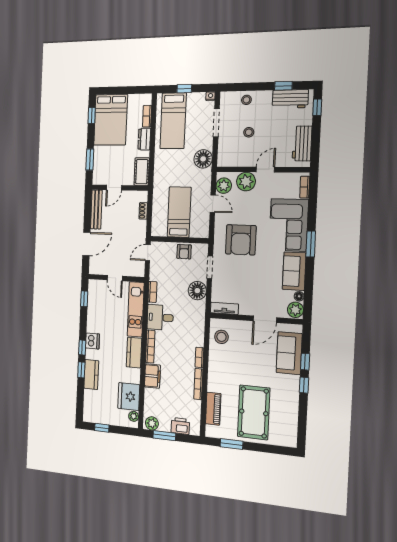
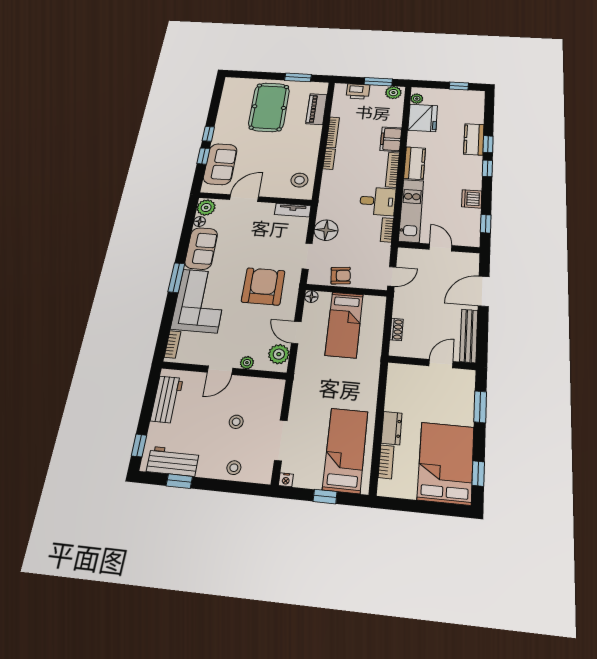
floor lamp: (203, 159) -> (311, 297), moved, width x0.53, depth x0.53
cot: (142, 172) -> (397, 382), removed
plant: (246, 182) -> (247, 363), width x0.53, depth x0.53
armchair: (184, 252) -> (341, 276), turned 84
dishwasher: (92, 341) -> (472, 199), moved

